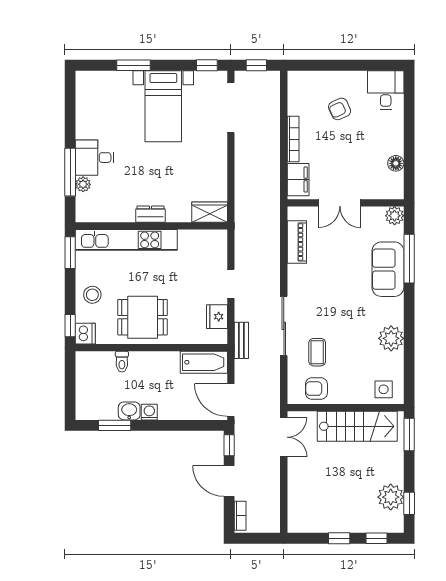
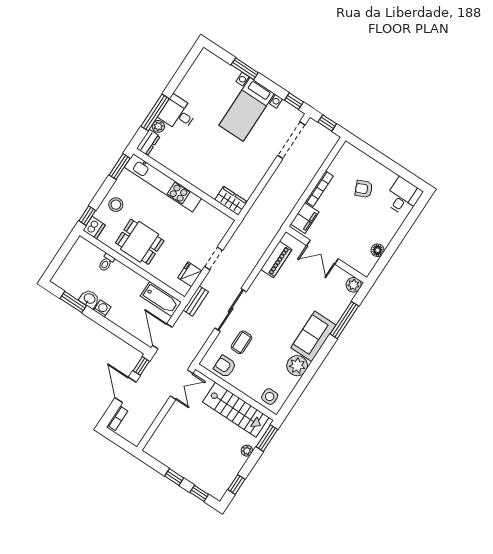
dresser: (151, 214) -> (148, 142), moved, turned 90
sofa: (388, 269) -> (313, 336), moved
plant: (391, 497) -> (247, 451), moved, width x0.53, depth x0.53

